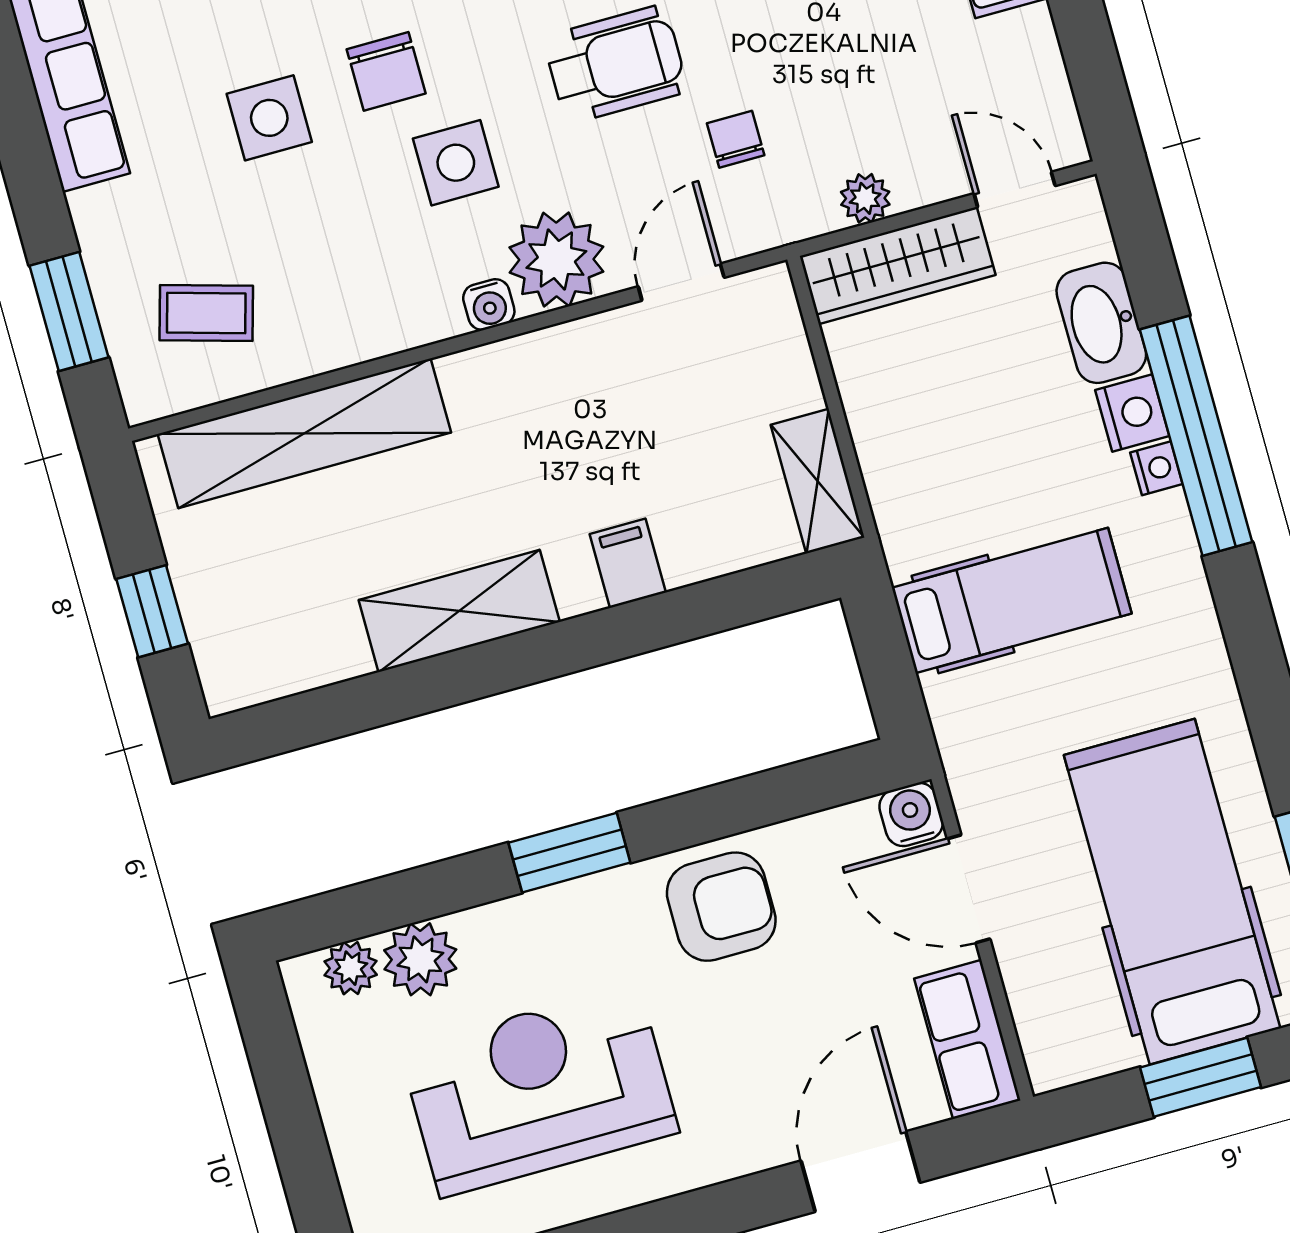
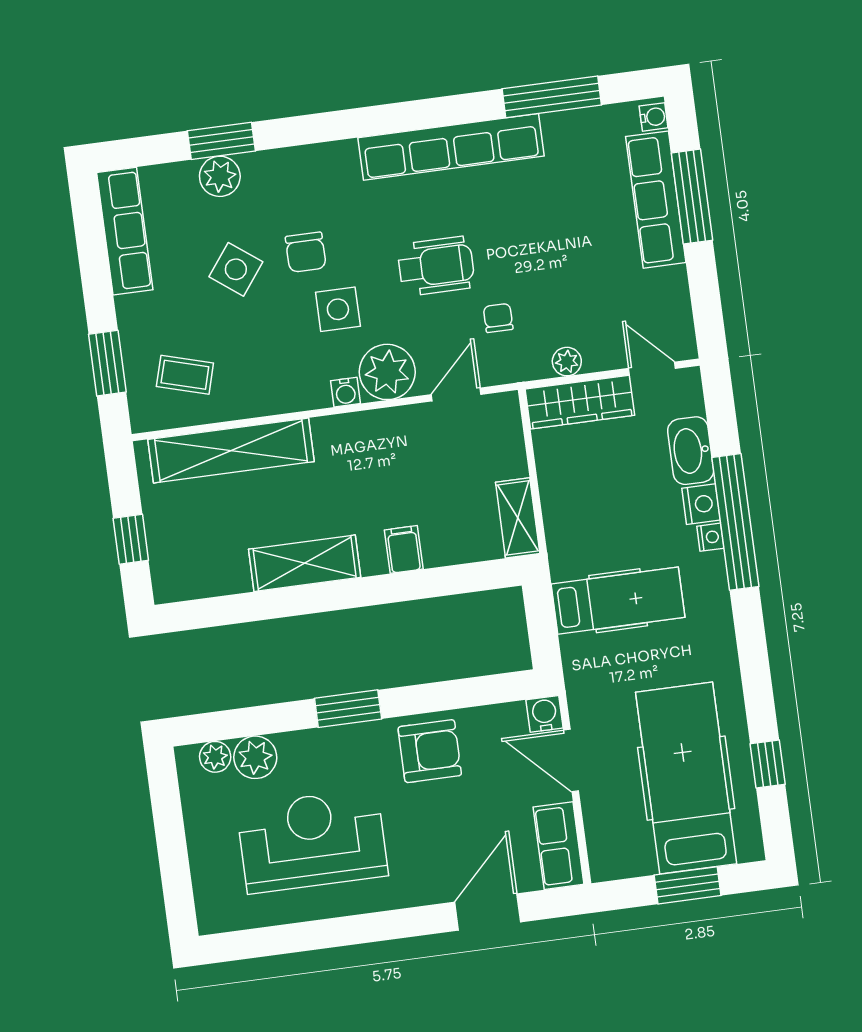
side table: (269, 118) -> (236, 269), turned 37

